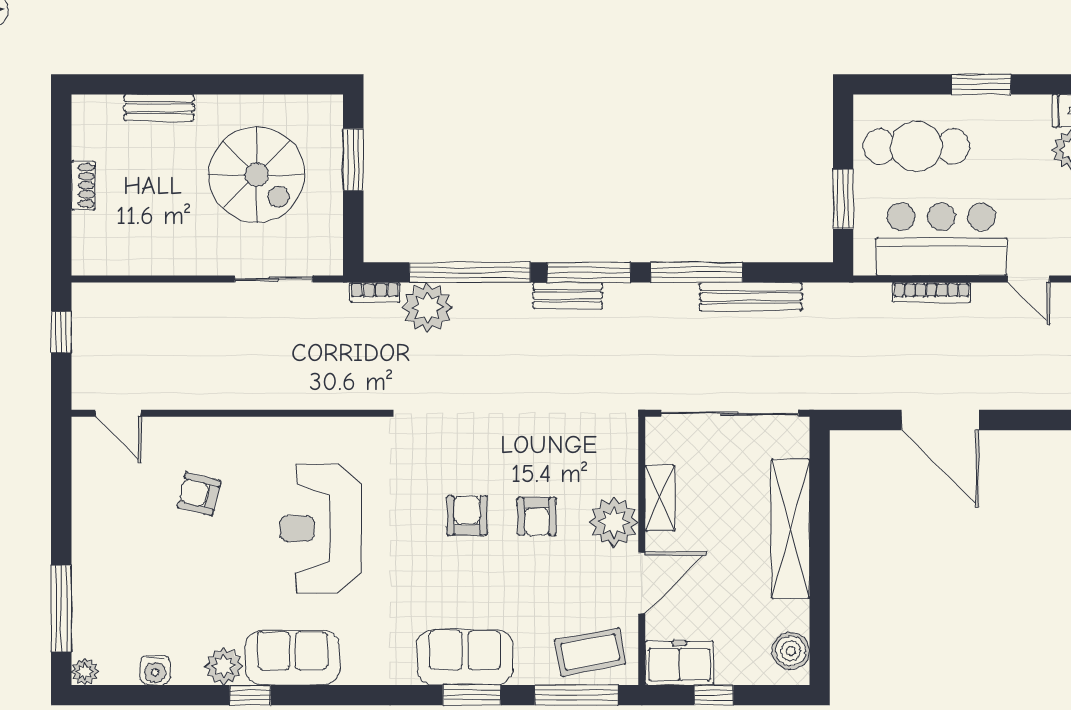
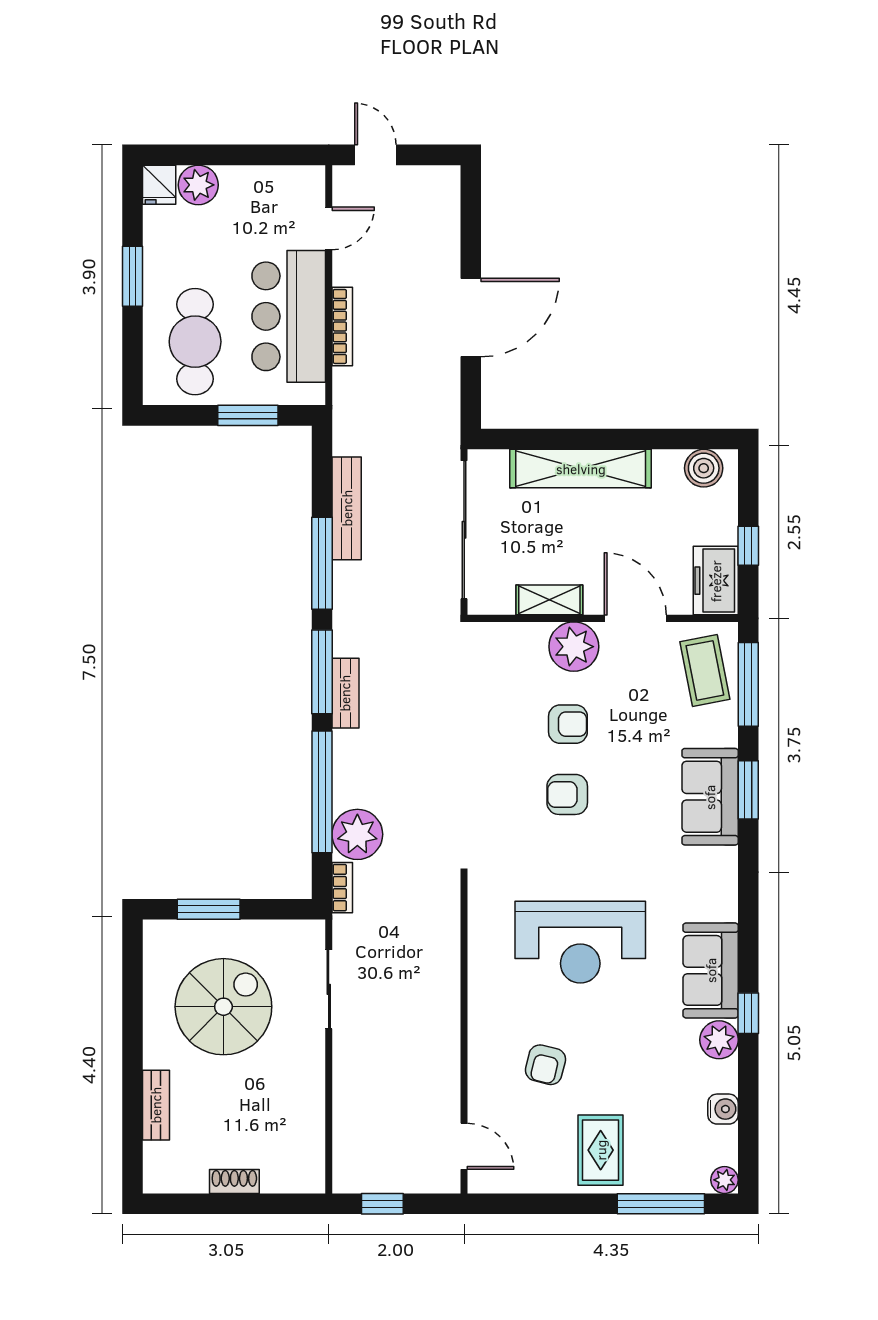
door: (118, 413) -> (464, 1146), hinge flipped
rug: (114, 549) -> (601, 1150), added

